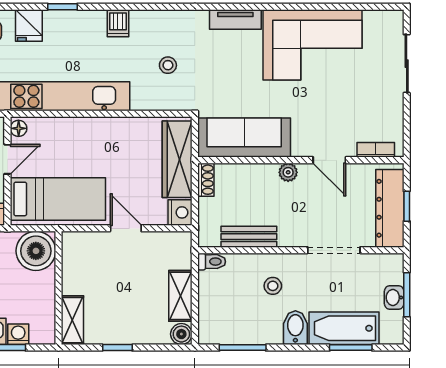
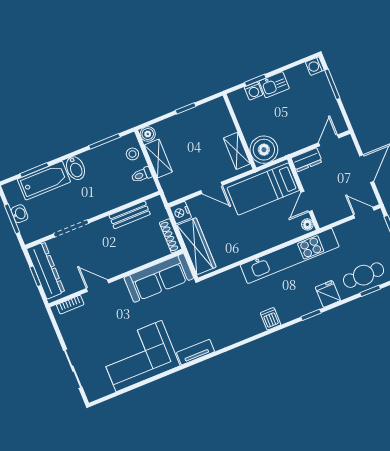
stool: (168, 65) -> (227, 305), removed
plant: (288, 172) -> (121, 267), removed
shoe rack: (206, 180) -> (171, 236), width x1.43
toilet: (212, 262) -> (142, 175), moved
stool: (273, 286) -> (132, 154), moved
shelving: (72, 320) -> (237, 151), moved

